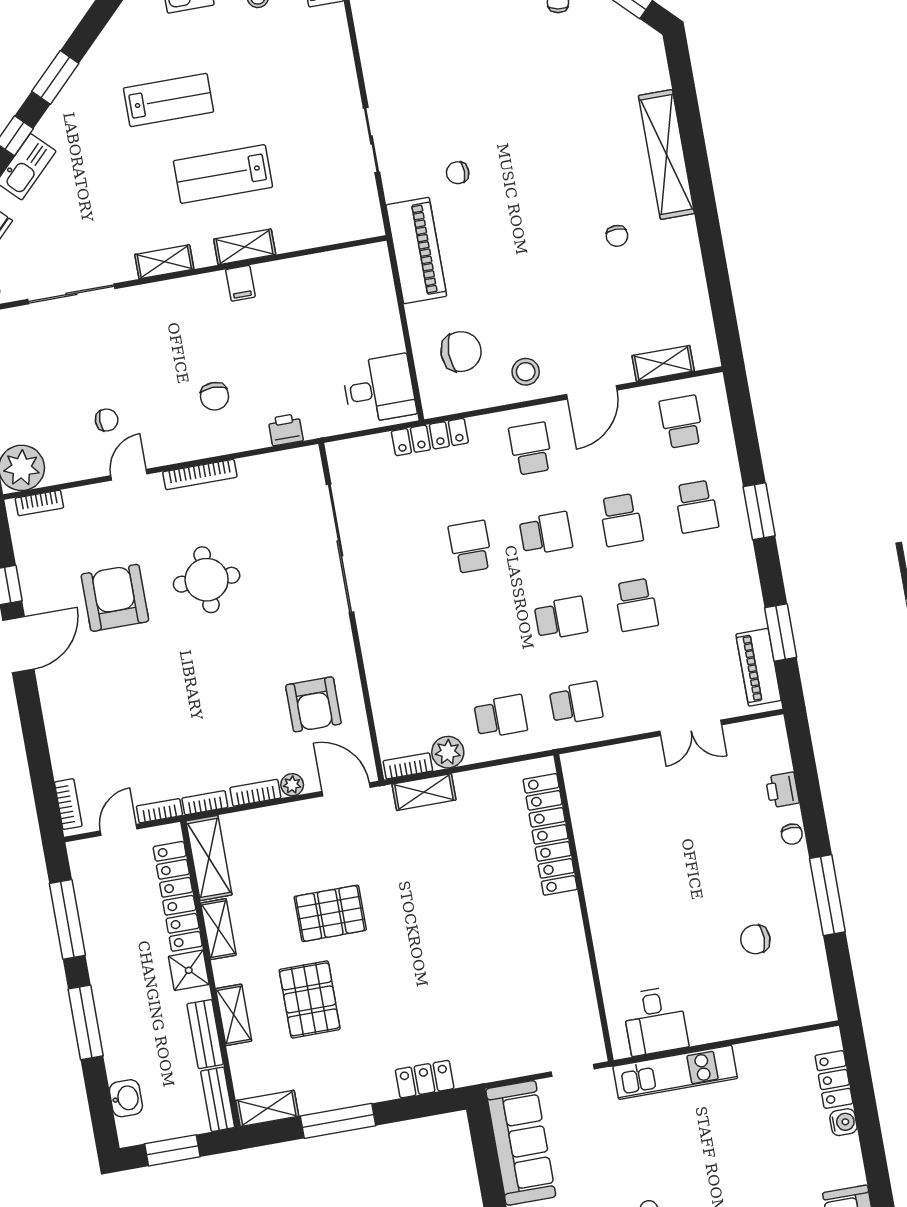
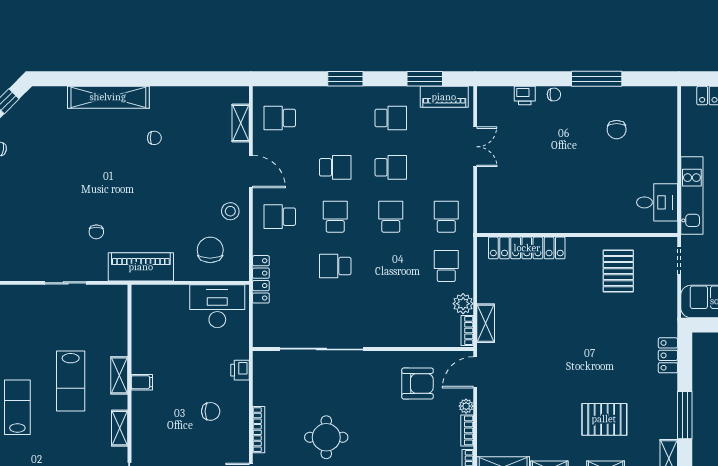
desk: (379, 389) -> (217, 306), width x1.37
school desk: (697, 507) -> (391, 118), moved
pallet: (330, 913) -> (618, 271), moved

